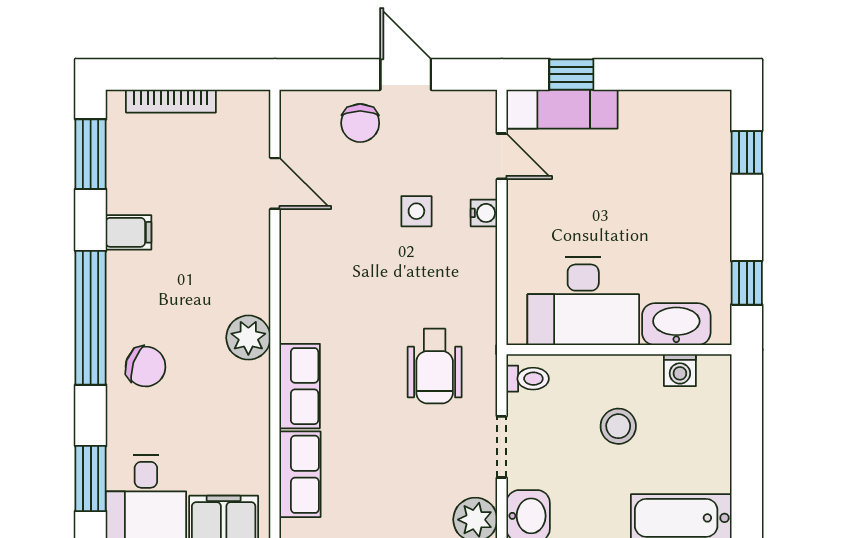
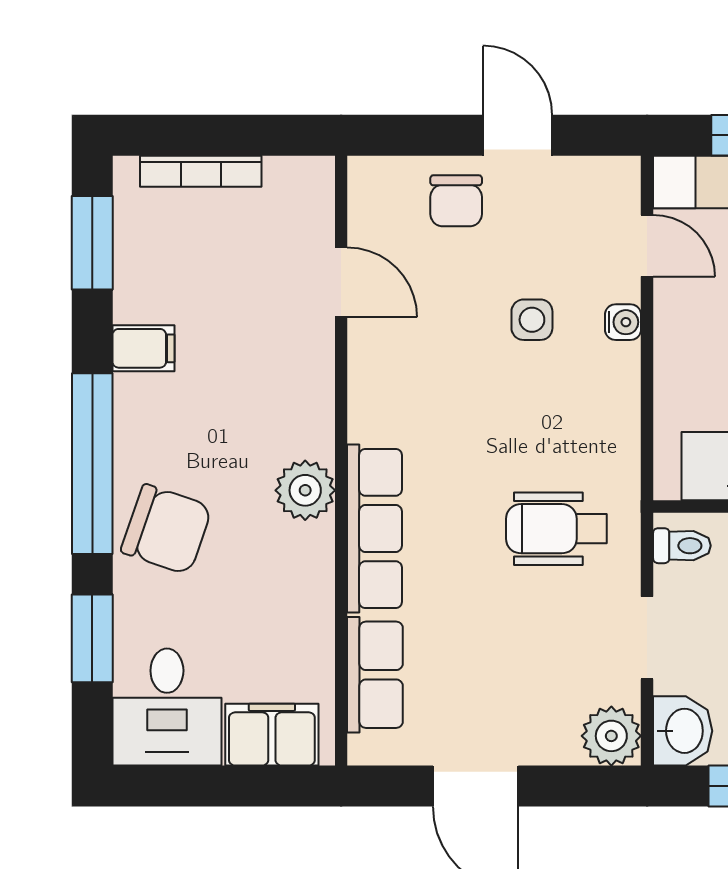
wheelchair: (435, 366) -> (556, 529), turned 90
chair: (145, 367) -> (166, 529), width x1.37, depth x1.37
row of seats: (300, 386) -> (375, 529), width x1.48
window: (91, 478) -> (92, 638), moved

